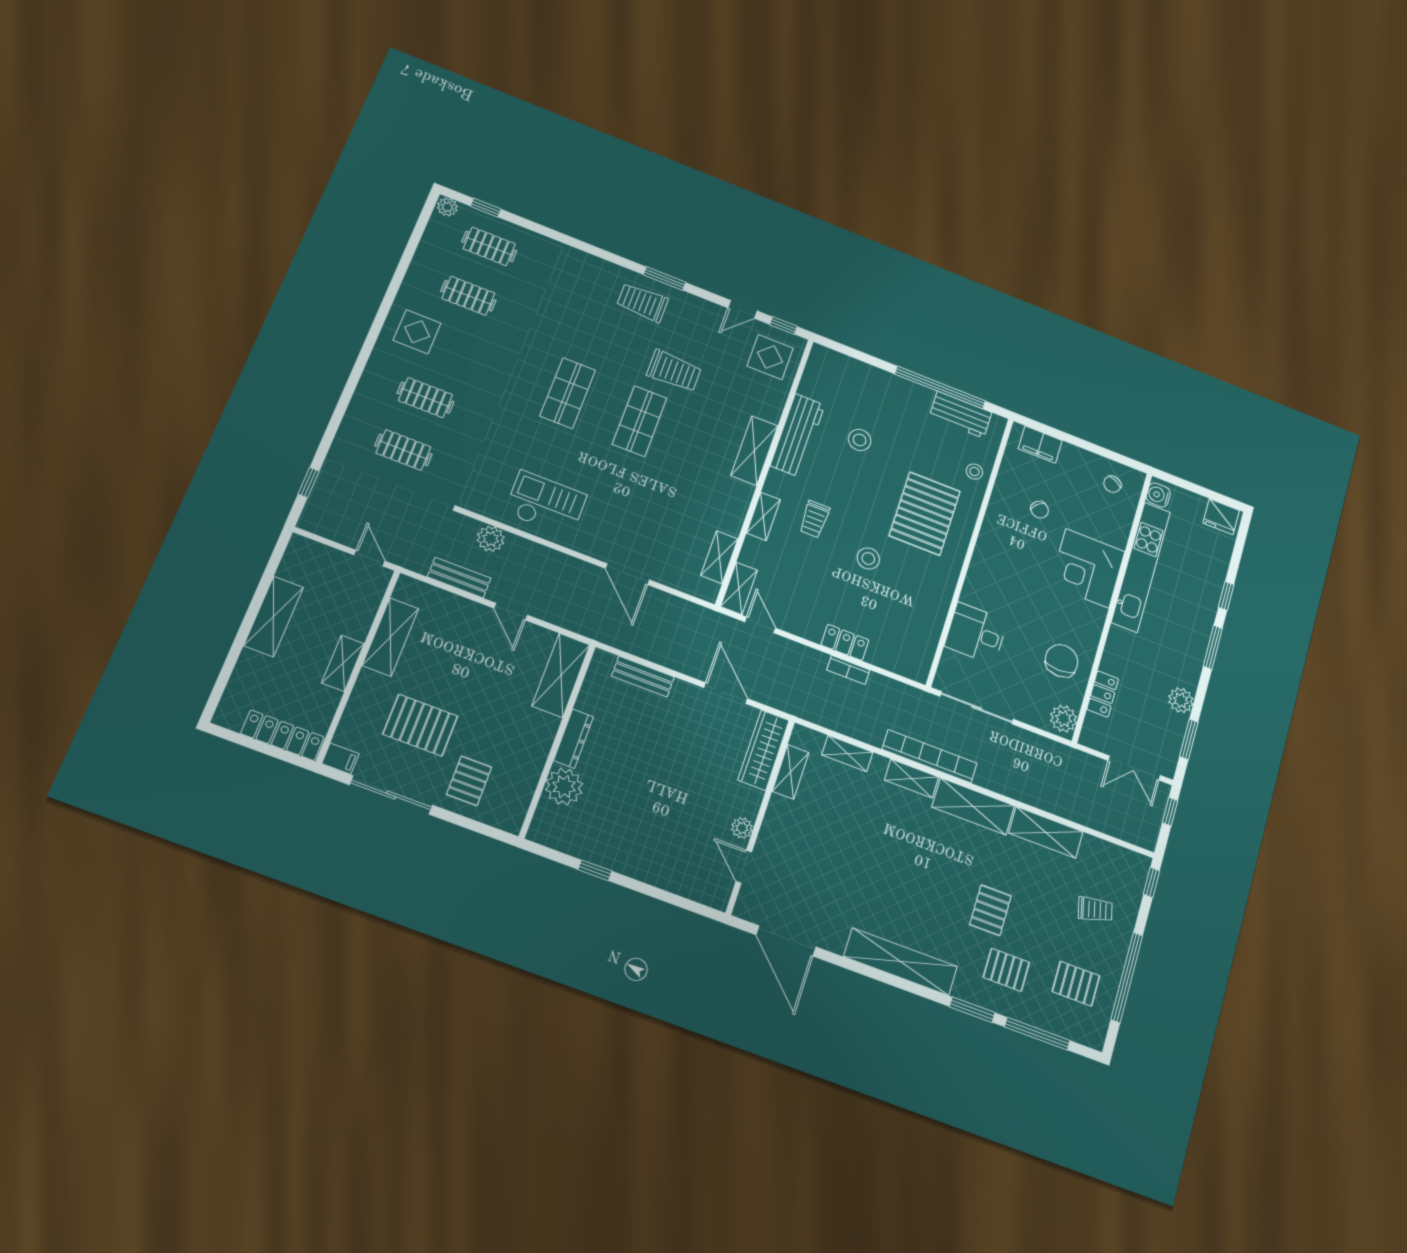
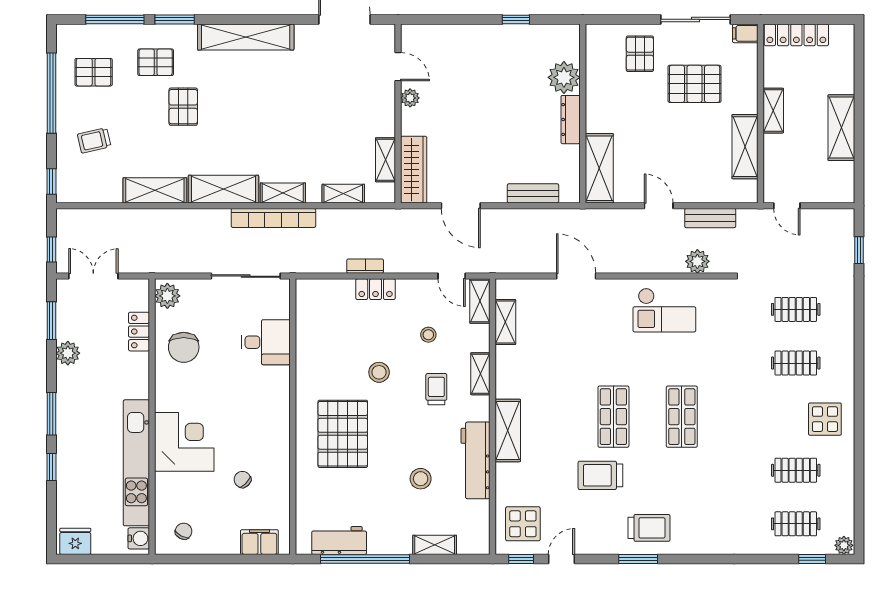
shelving: (866, 373) -> (435, 545), added
stool: (974, 472) -> (428, 335), moved

